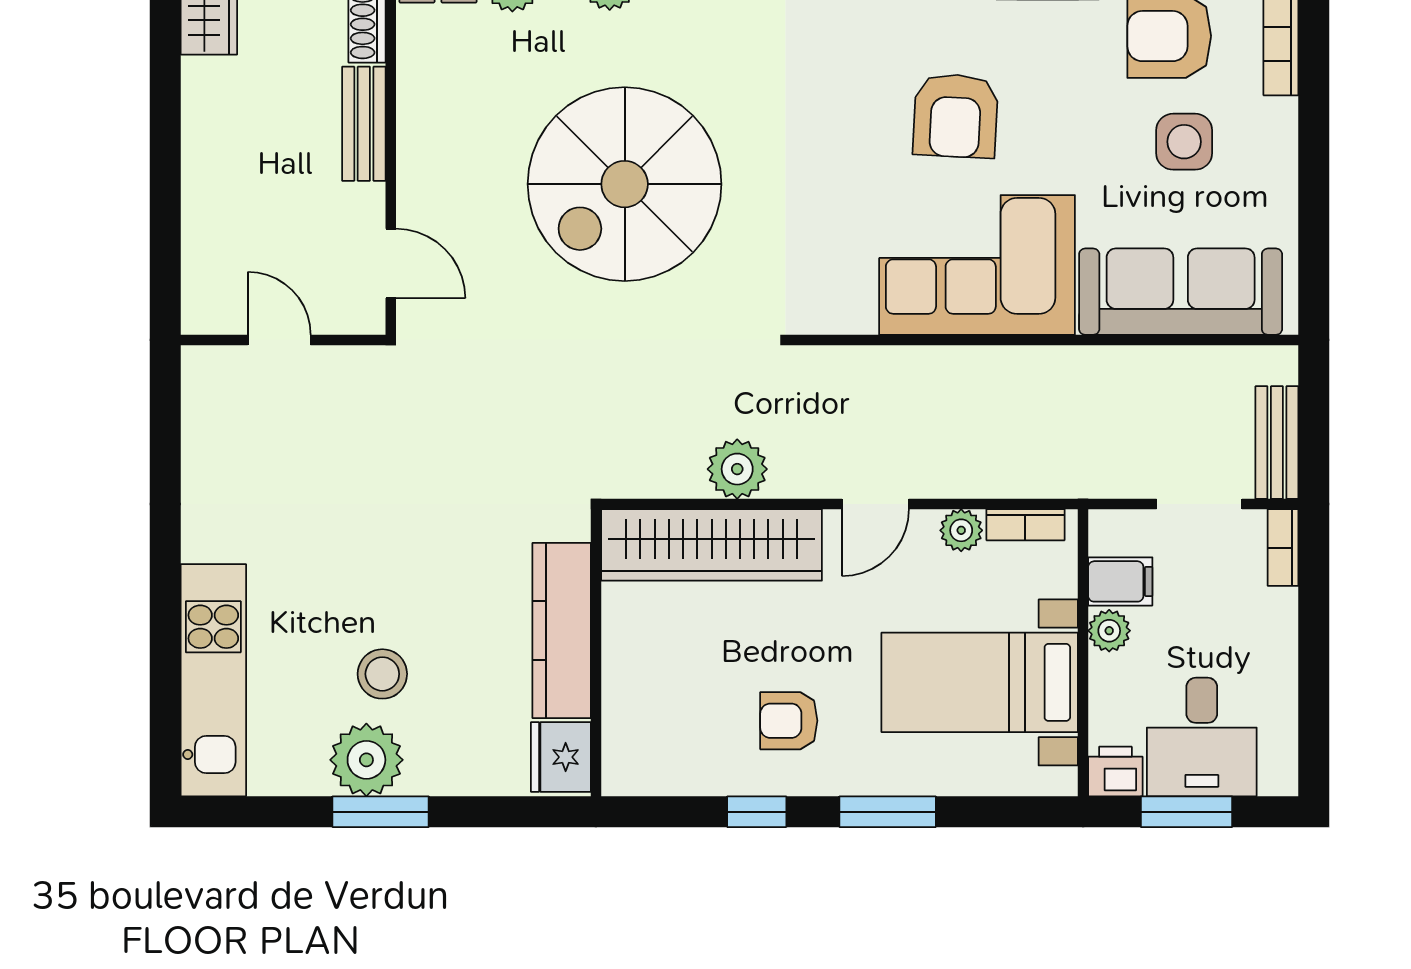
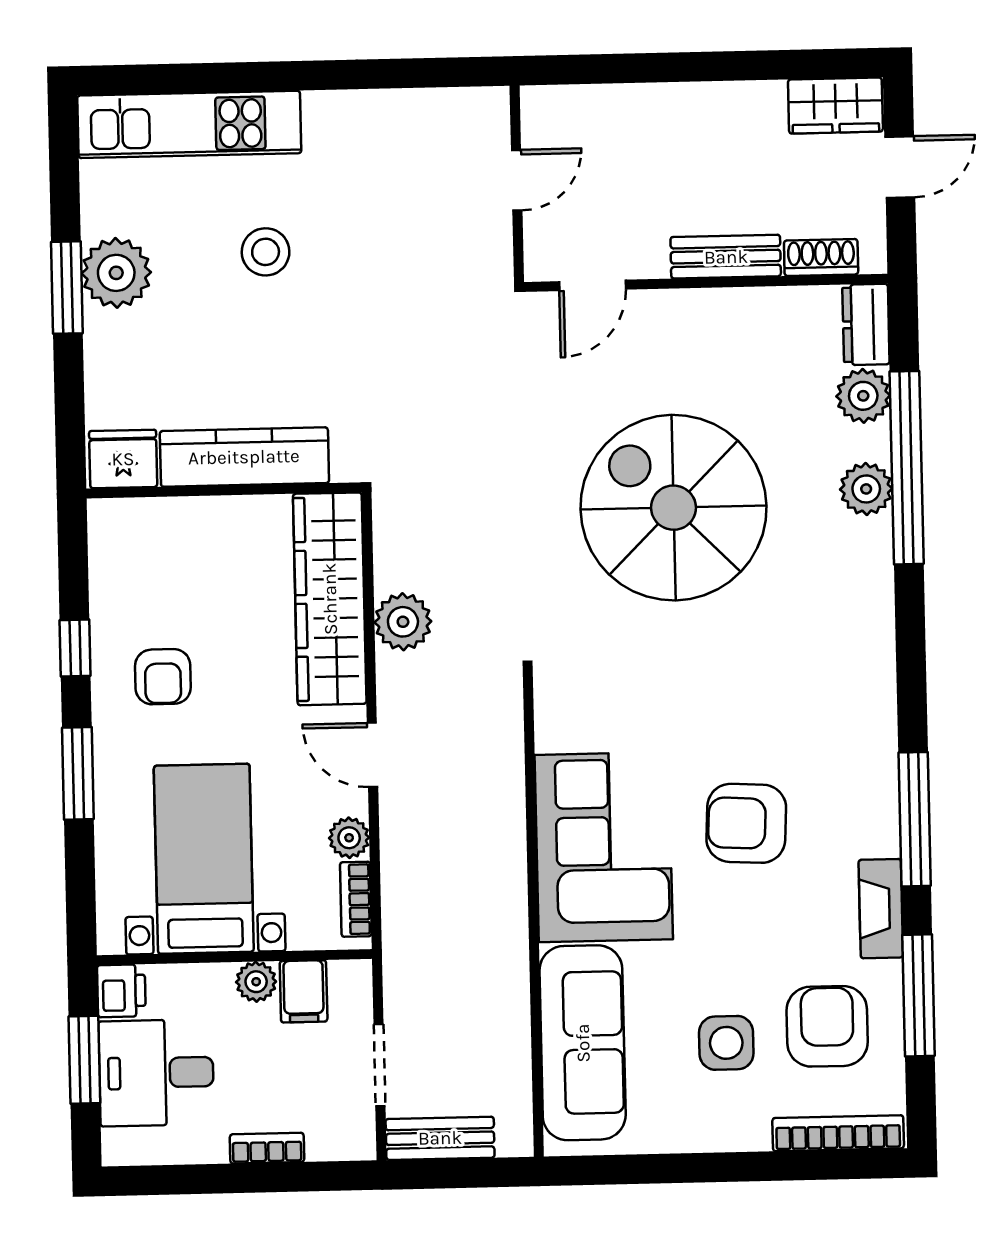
bookcase: (1283, 548) -> (267, 1148), moved
stool: (382, 674) -> (266, 252), moved
armchair: (789, 721) -> (163, 677), turned 180

